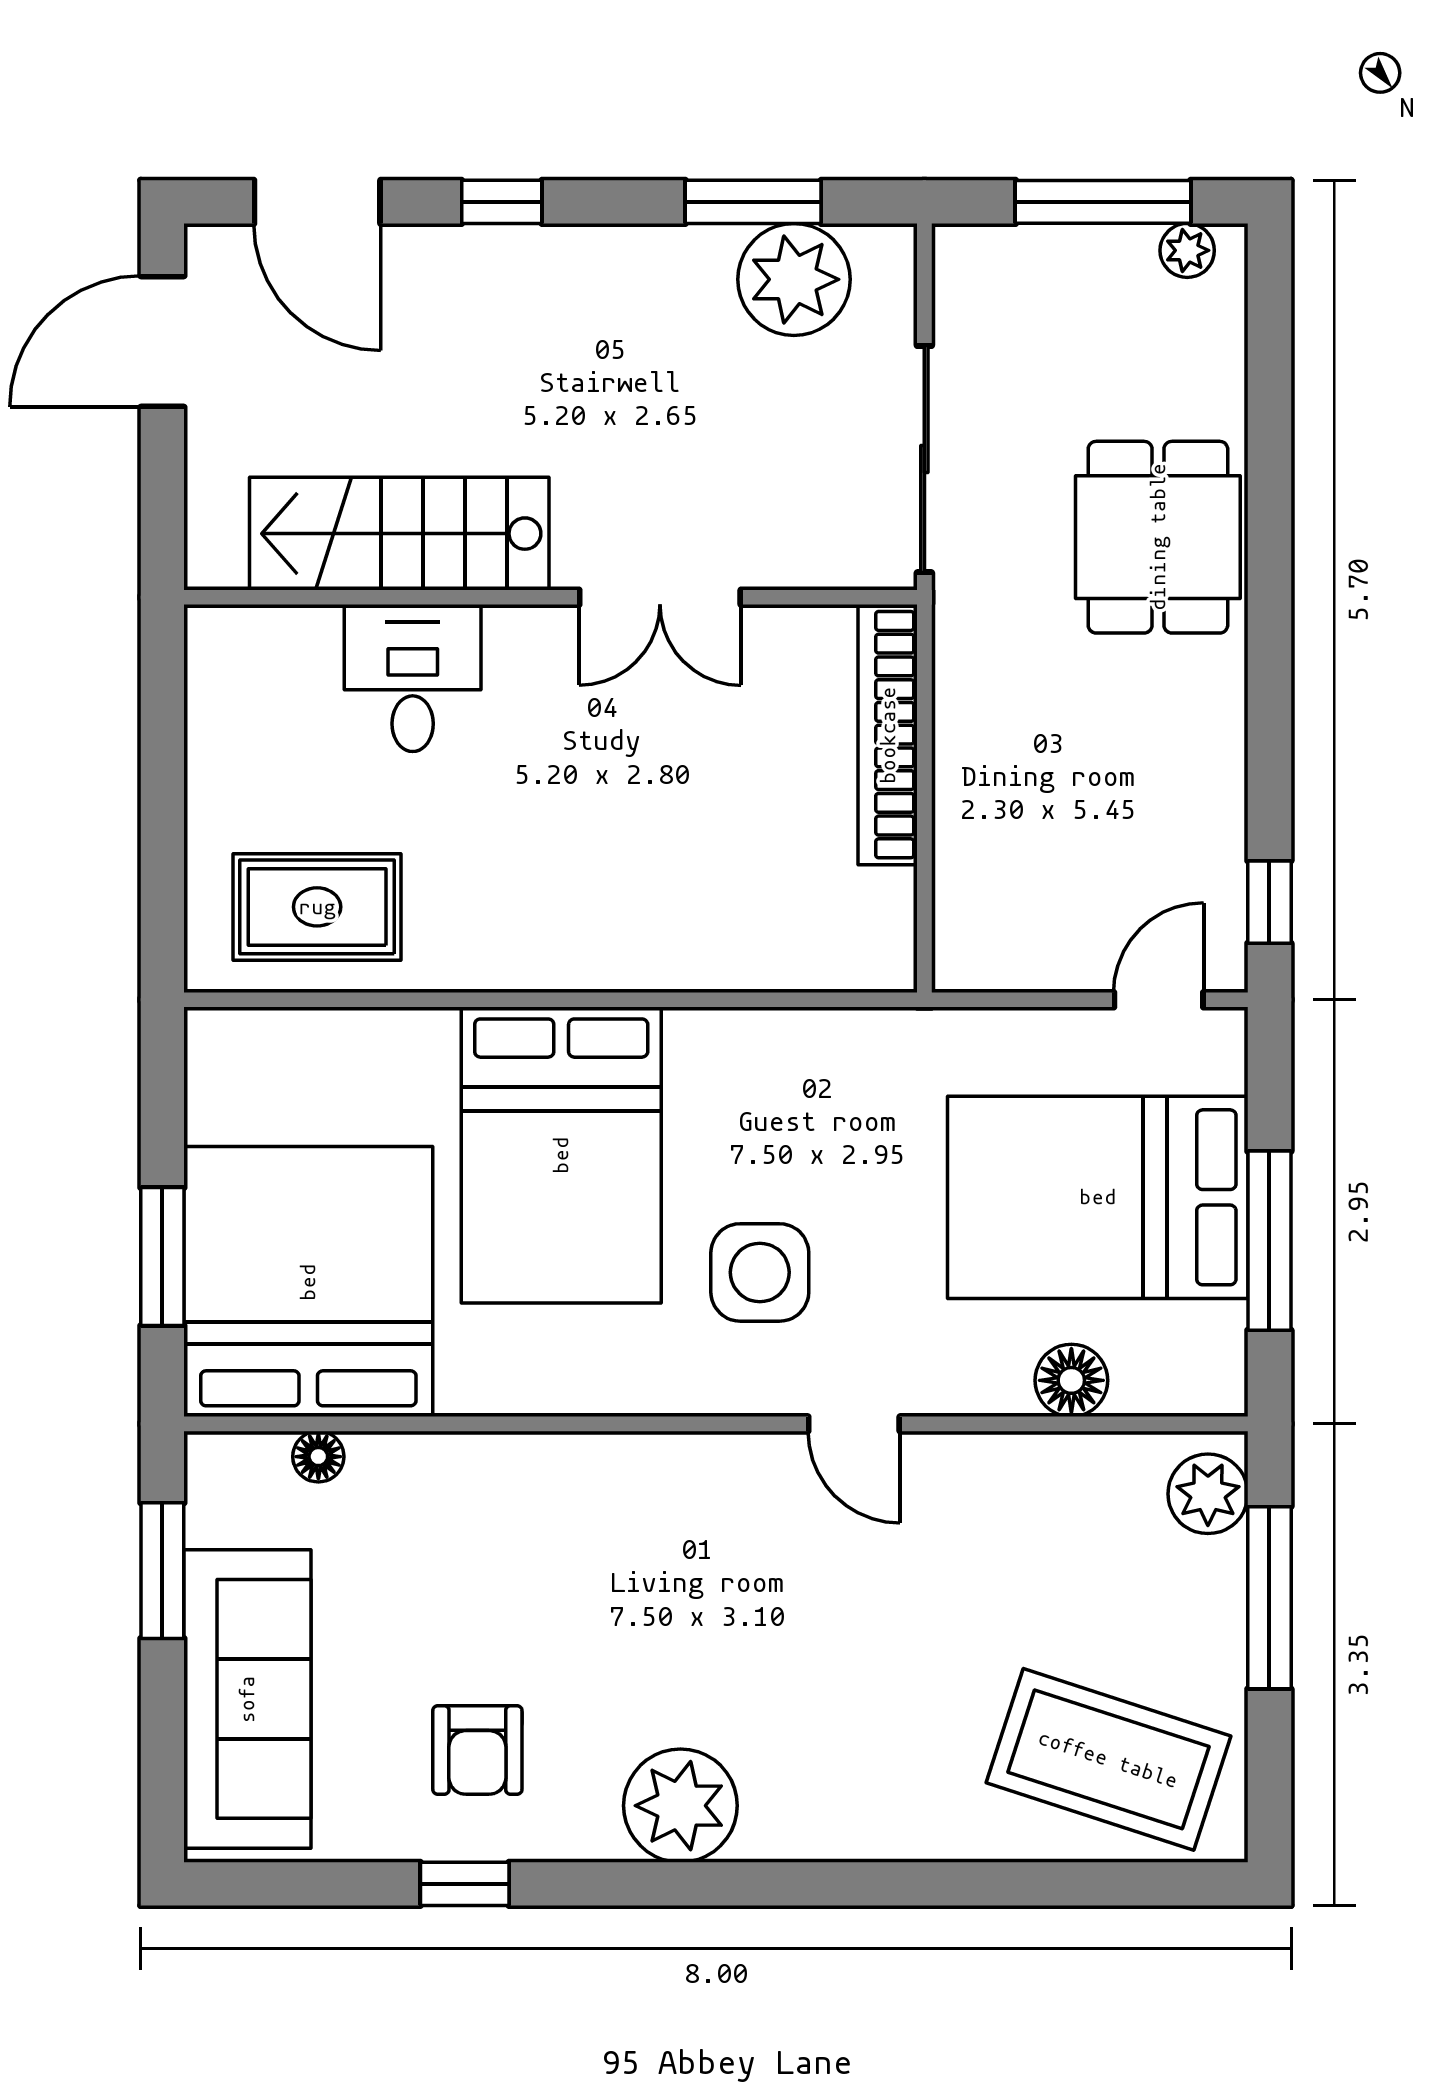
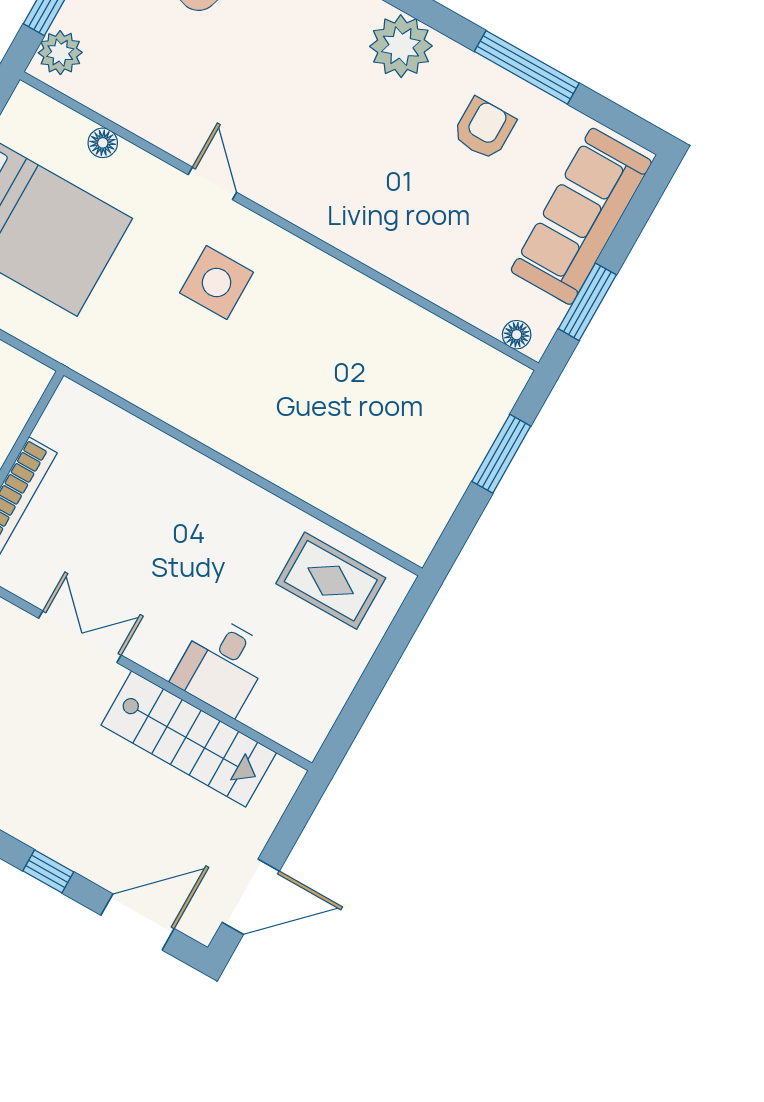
door: (317, 202) -> (138, 922), hinge flipped
bed: (561, 1155) -> (280, 394), removed
bed: (308, 1282) -> (438, 402), removed
floor lamp: (1071, 1380) -> (103, 143), width x0.73, depth x0.73
floor lamp: (318, 1457) -> (517, 335), moved
window: (465, 1884) -> (527, 67), width x2.17

